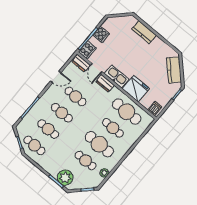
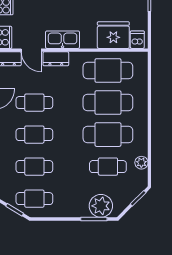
fridge: (136, 89) -> (113, 35), moved
cafe table: (113, 128) -> (108, 103), width x1.37, depth x1.35

